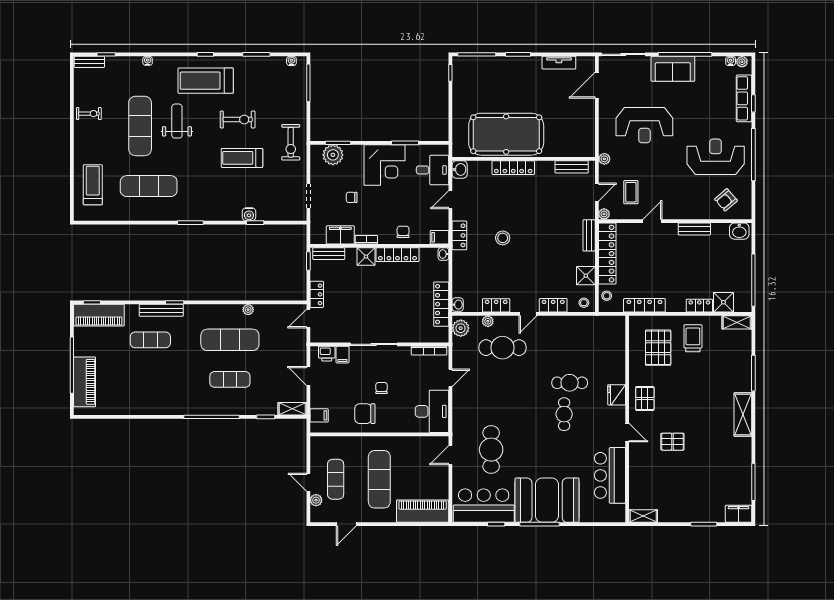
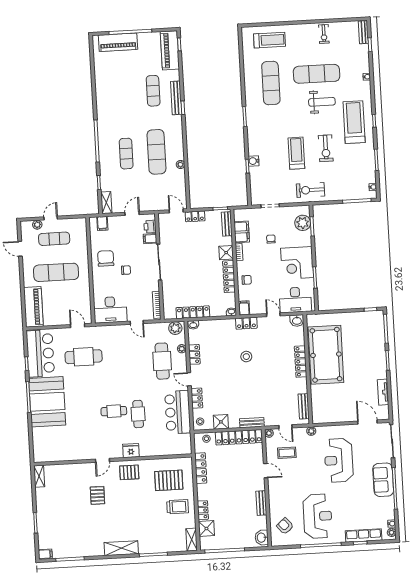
desk: (433, 170) -> (295, 300), width x1.37
bar counter: (610, 475) -> (178, 412), moved, turned -90
filing cabinet: (739, 514) -> (45, 554), width x0.50

